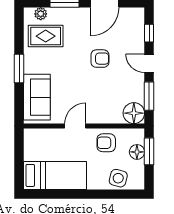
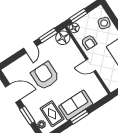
window: (149, 33) -> (13, 58), removed
armchair: (100, 59) -> (45, 76), width x1.88, depth x1.88
sofa: (37, 97) -> (76, 105), moved
floor lamp: (137, 152) -> (74, 28), moved

